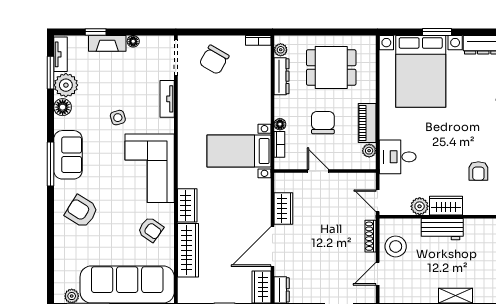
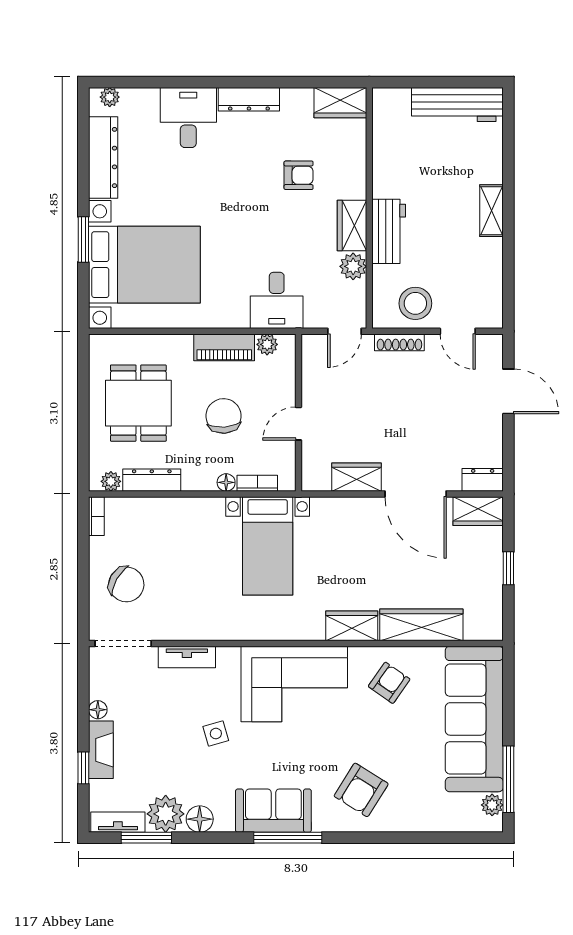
chair: (323, 123) -> (224, 416), turned 86

